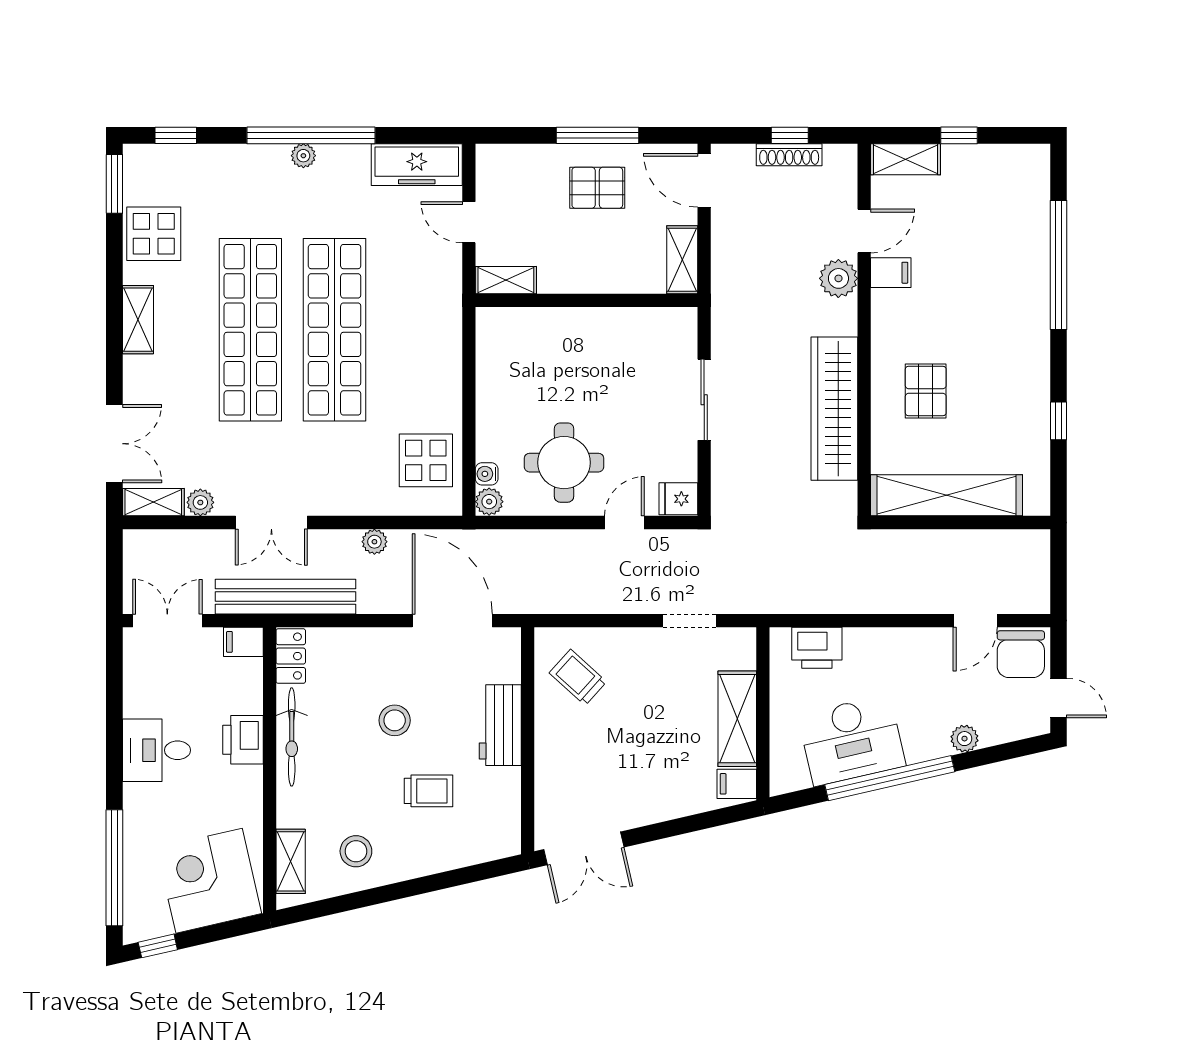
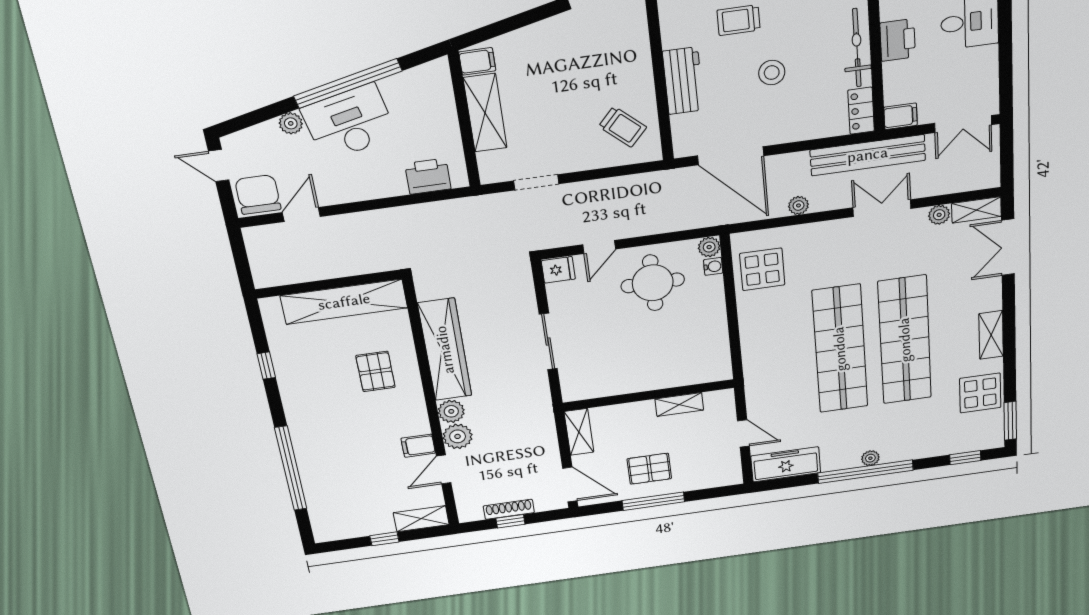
shelving: (506, 280) -> (679, 404), moved
plant: (841, 317) -> (451, 411), added
desk: (852, 740) -> (349, 122), moved

